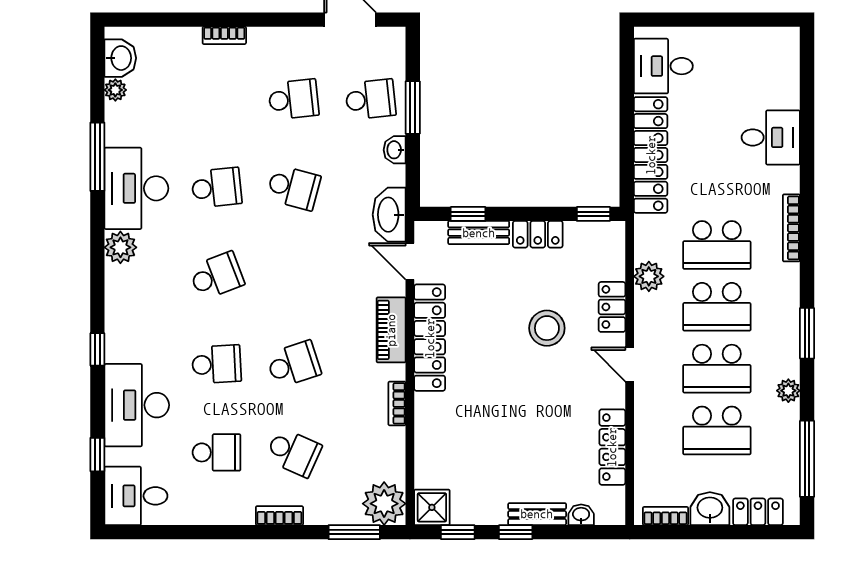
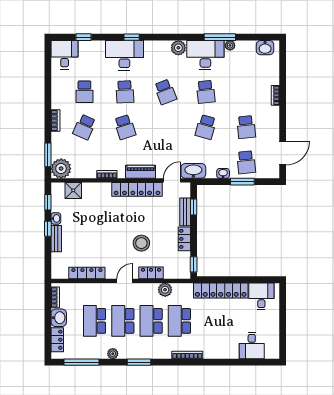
plant: (115, 90) -> (230, 45), moved
desk: (771, 137) -> (252, 346), moved
desk: (137, 405) -> (124, 55), moved
shower: (432, 507) -> (73, 190), moved
washbasin: (581, 515) -> (56, 218), moved

